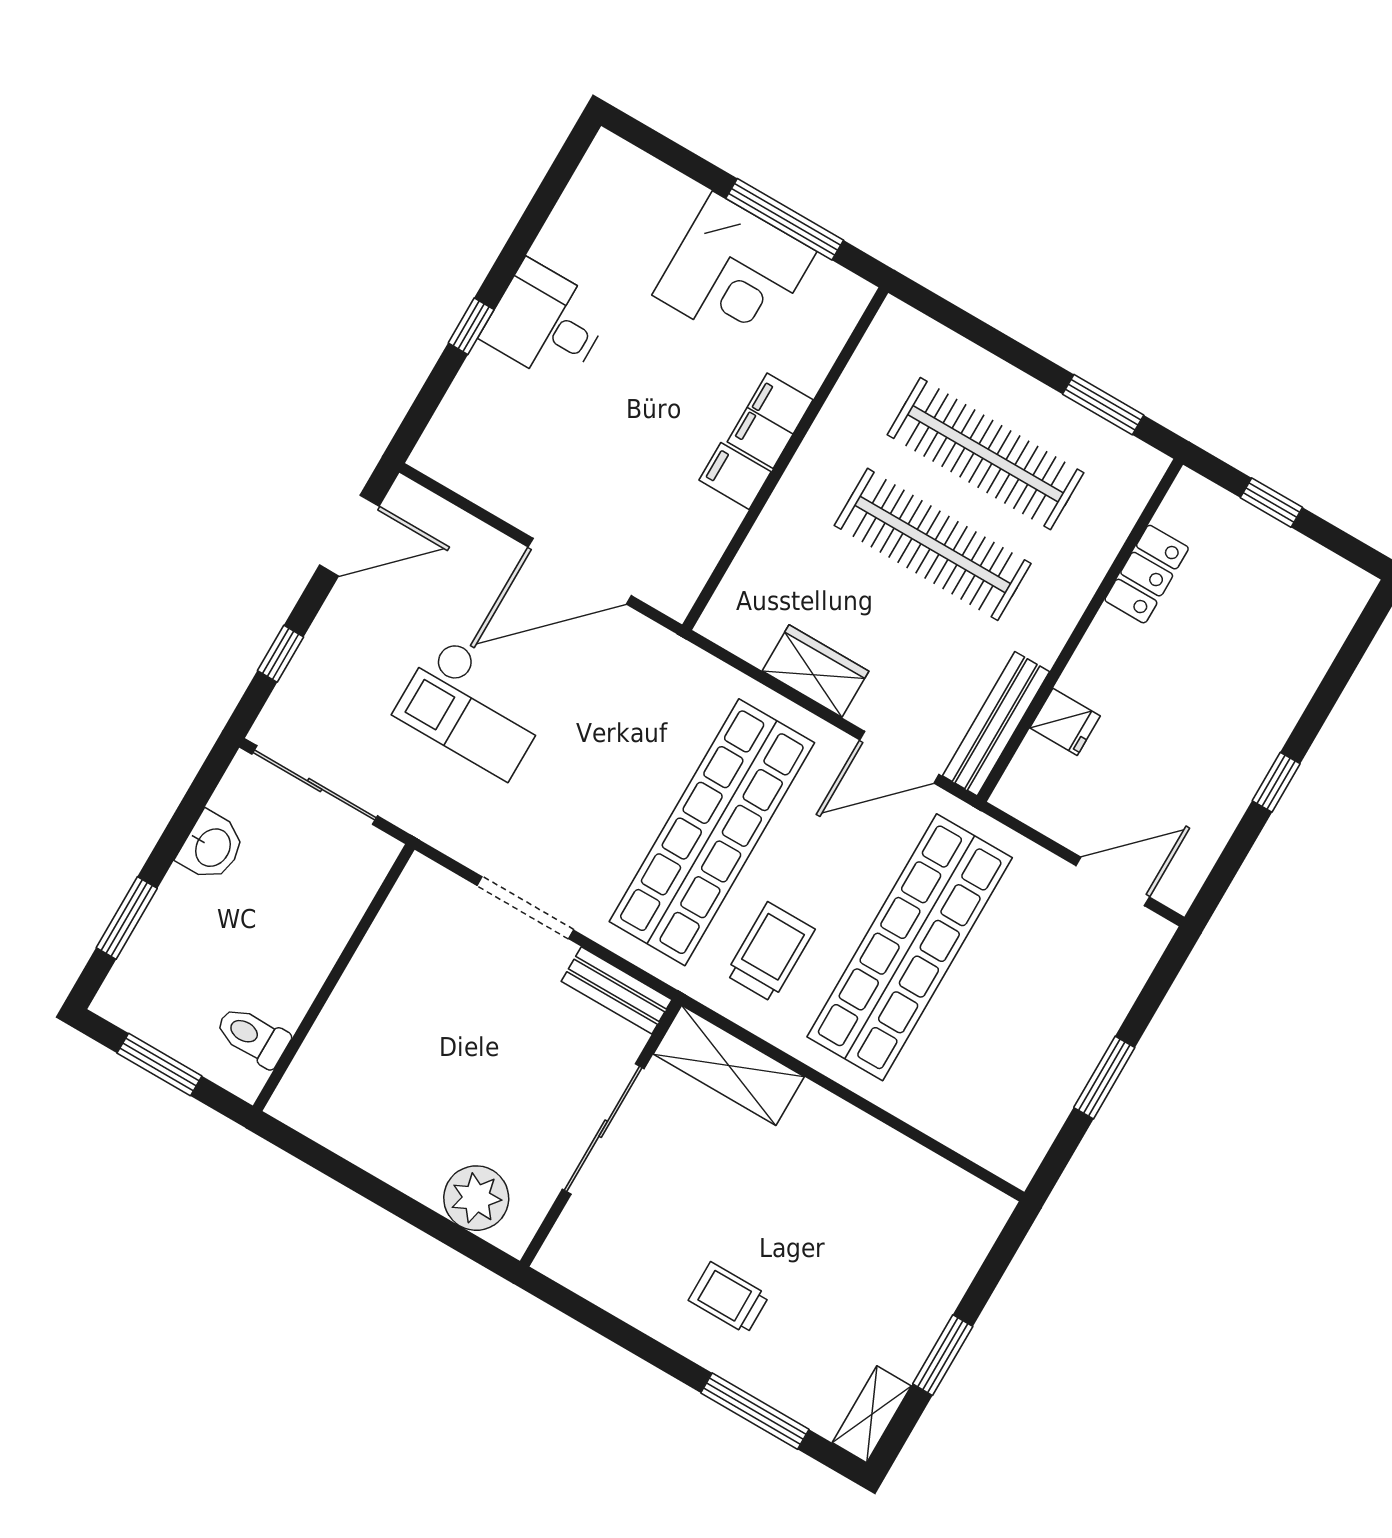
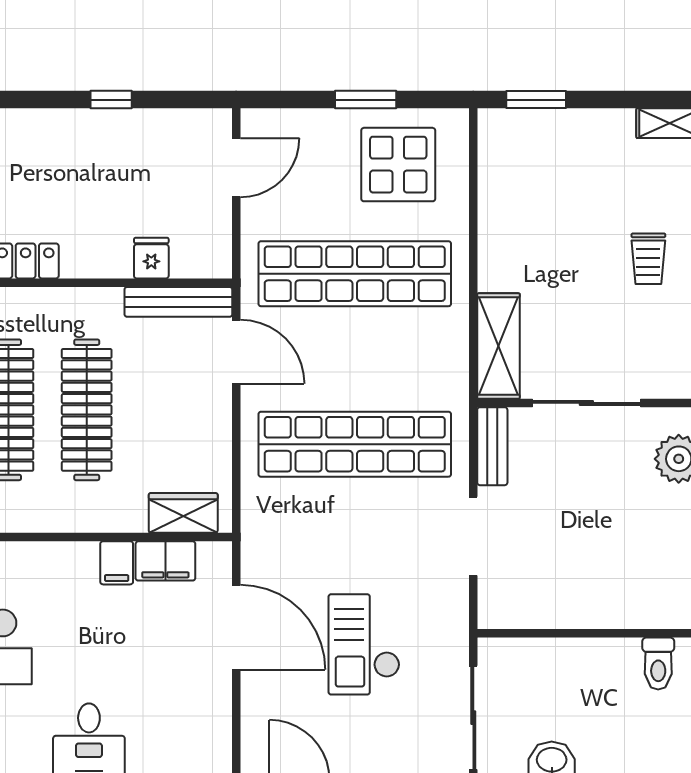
filing cabinet: (770, 421) -> (165, 561), moved
wardrobe: (815, 671) -> (183, 513), moved, turned 90
checkout: (473, 708) -> (364, 644), turned 180
door: (1113, 881) -> (236, 168), swing flipped
trolley: (770, 952) -> (410, 362), removed
display table: (1007, 1071) -> (398, 165), added
window: (943, 1355) -> (536, 100), moved

